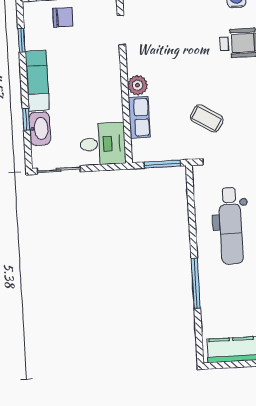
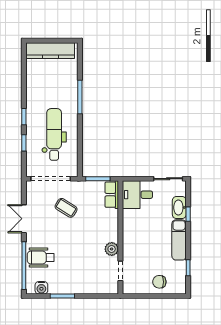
plant: (137, 85) -> (112, 249), moved
row of seats: (139, 117) -> (112, 195), moved

